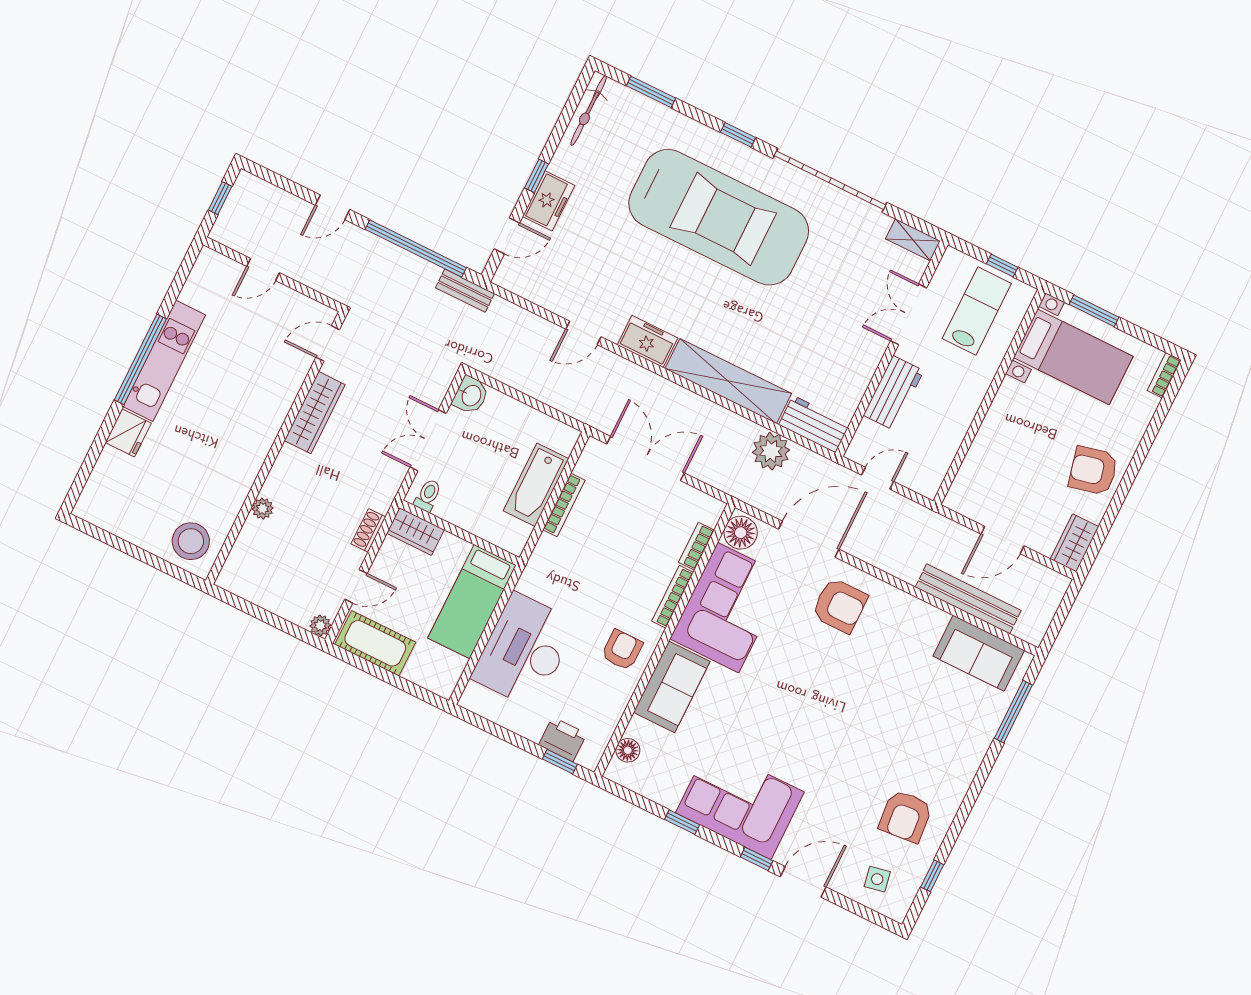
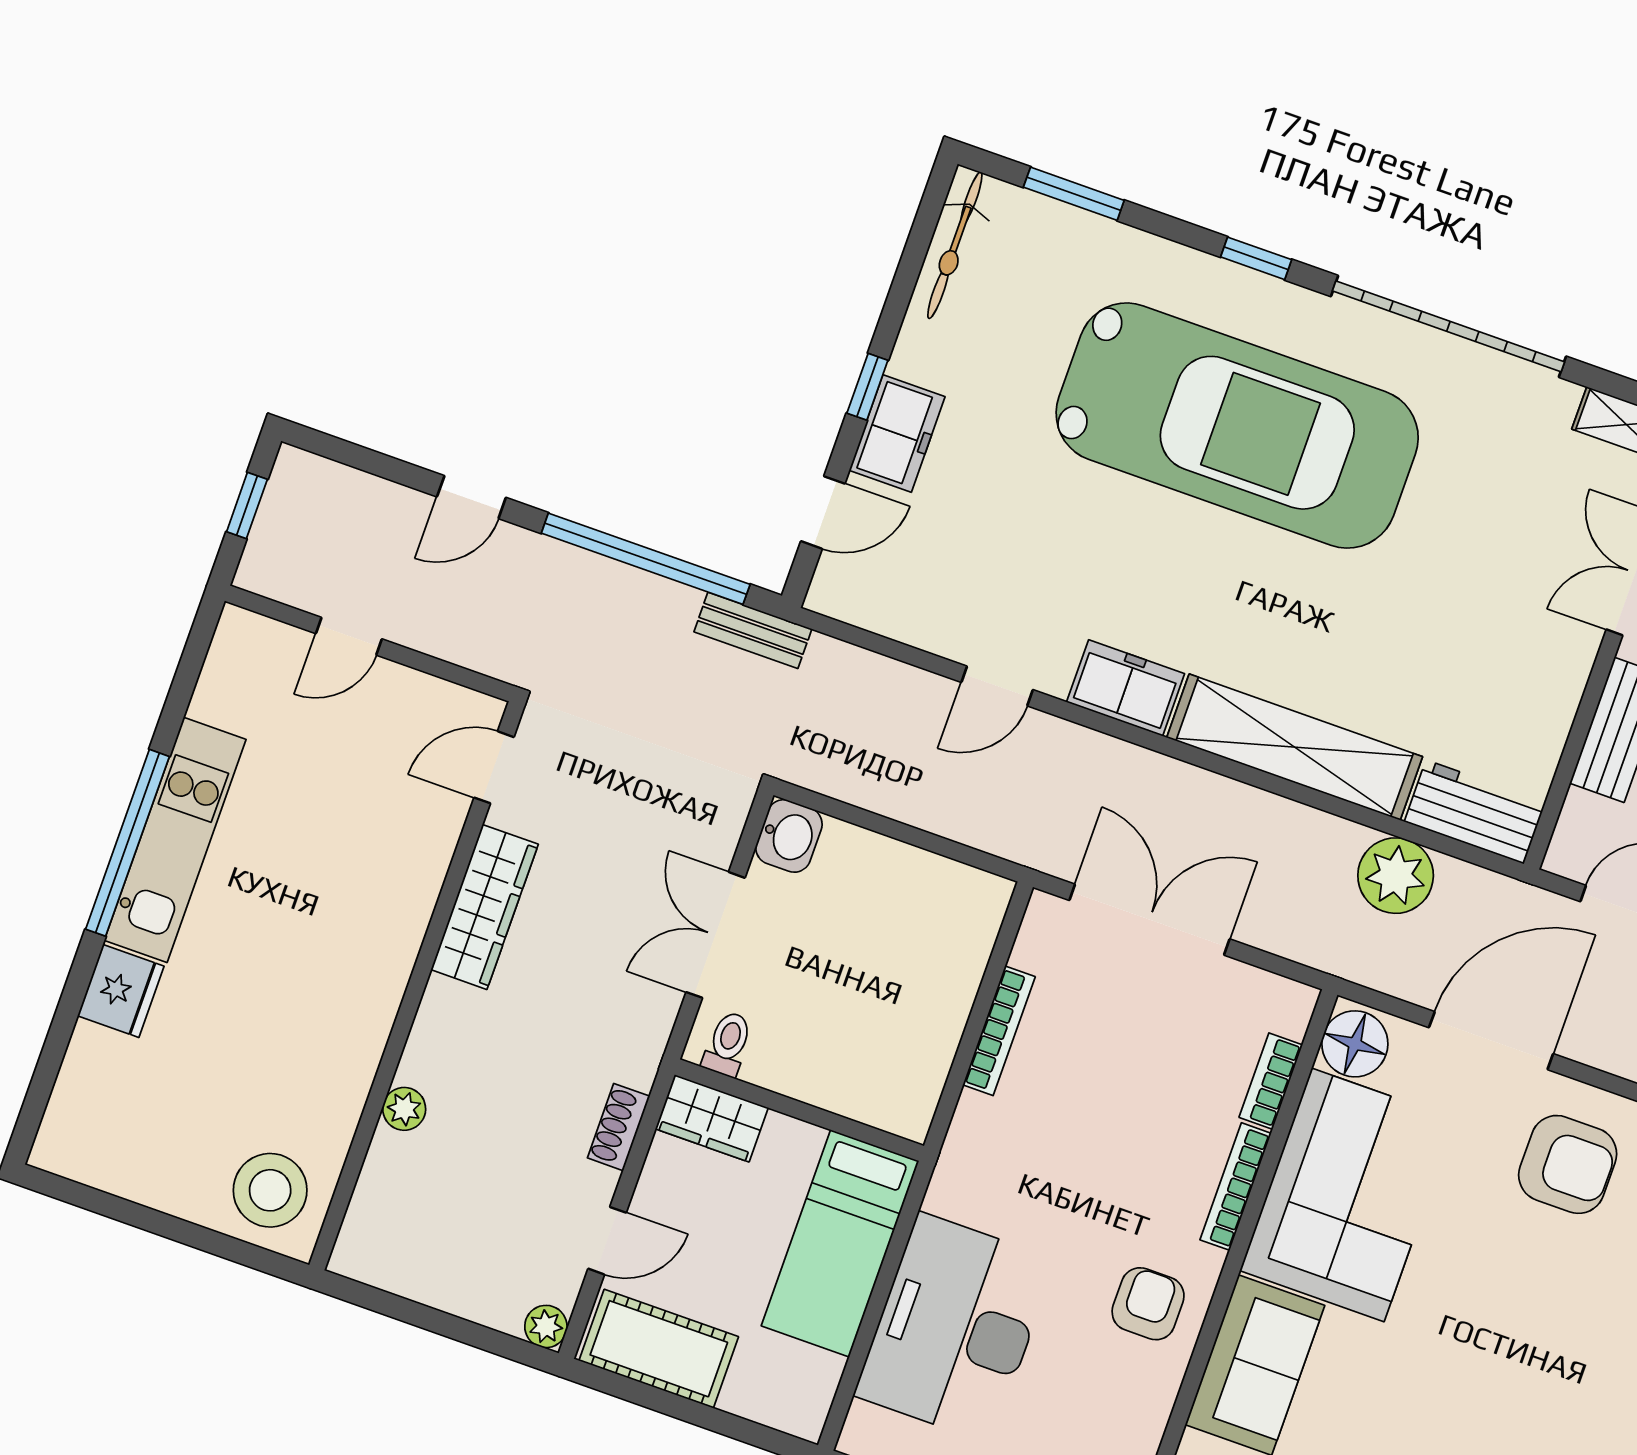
bathtub: (536, 485) -> (939, 998), removed

